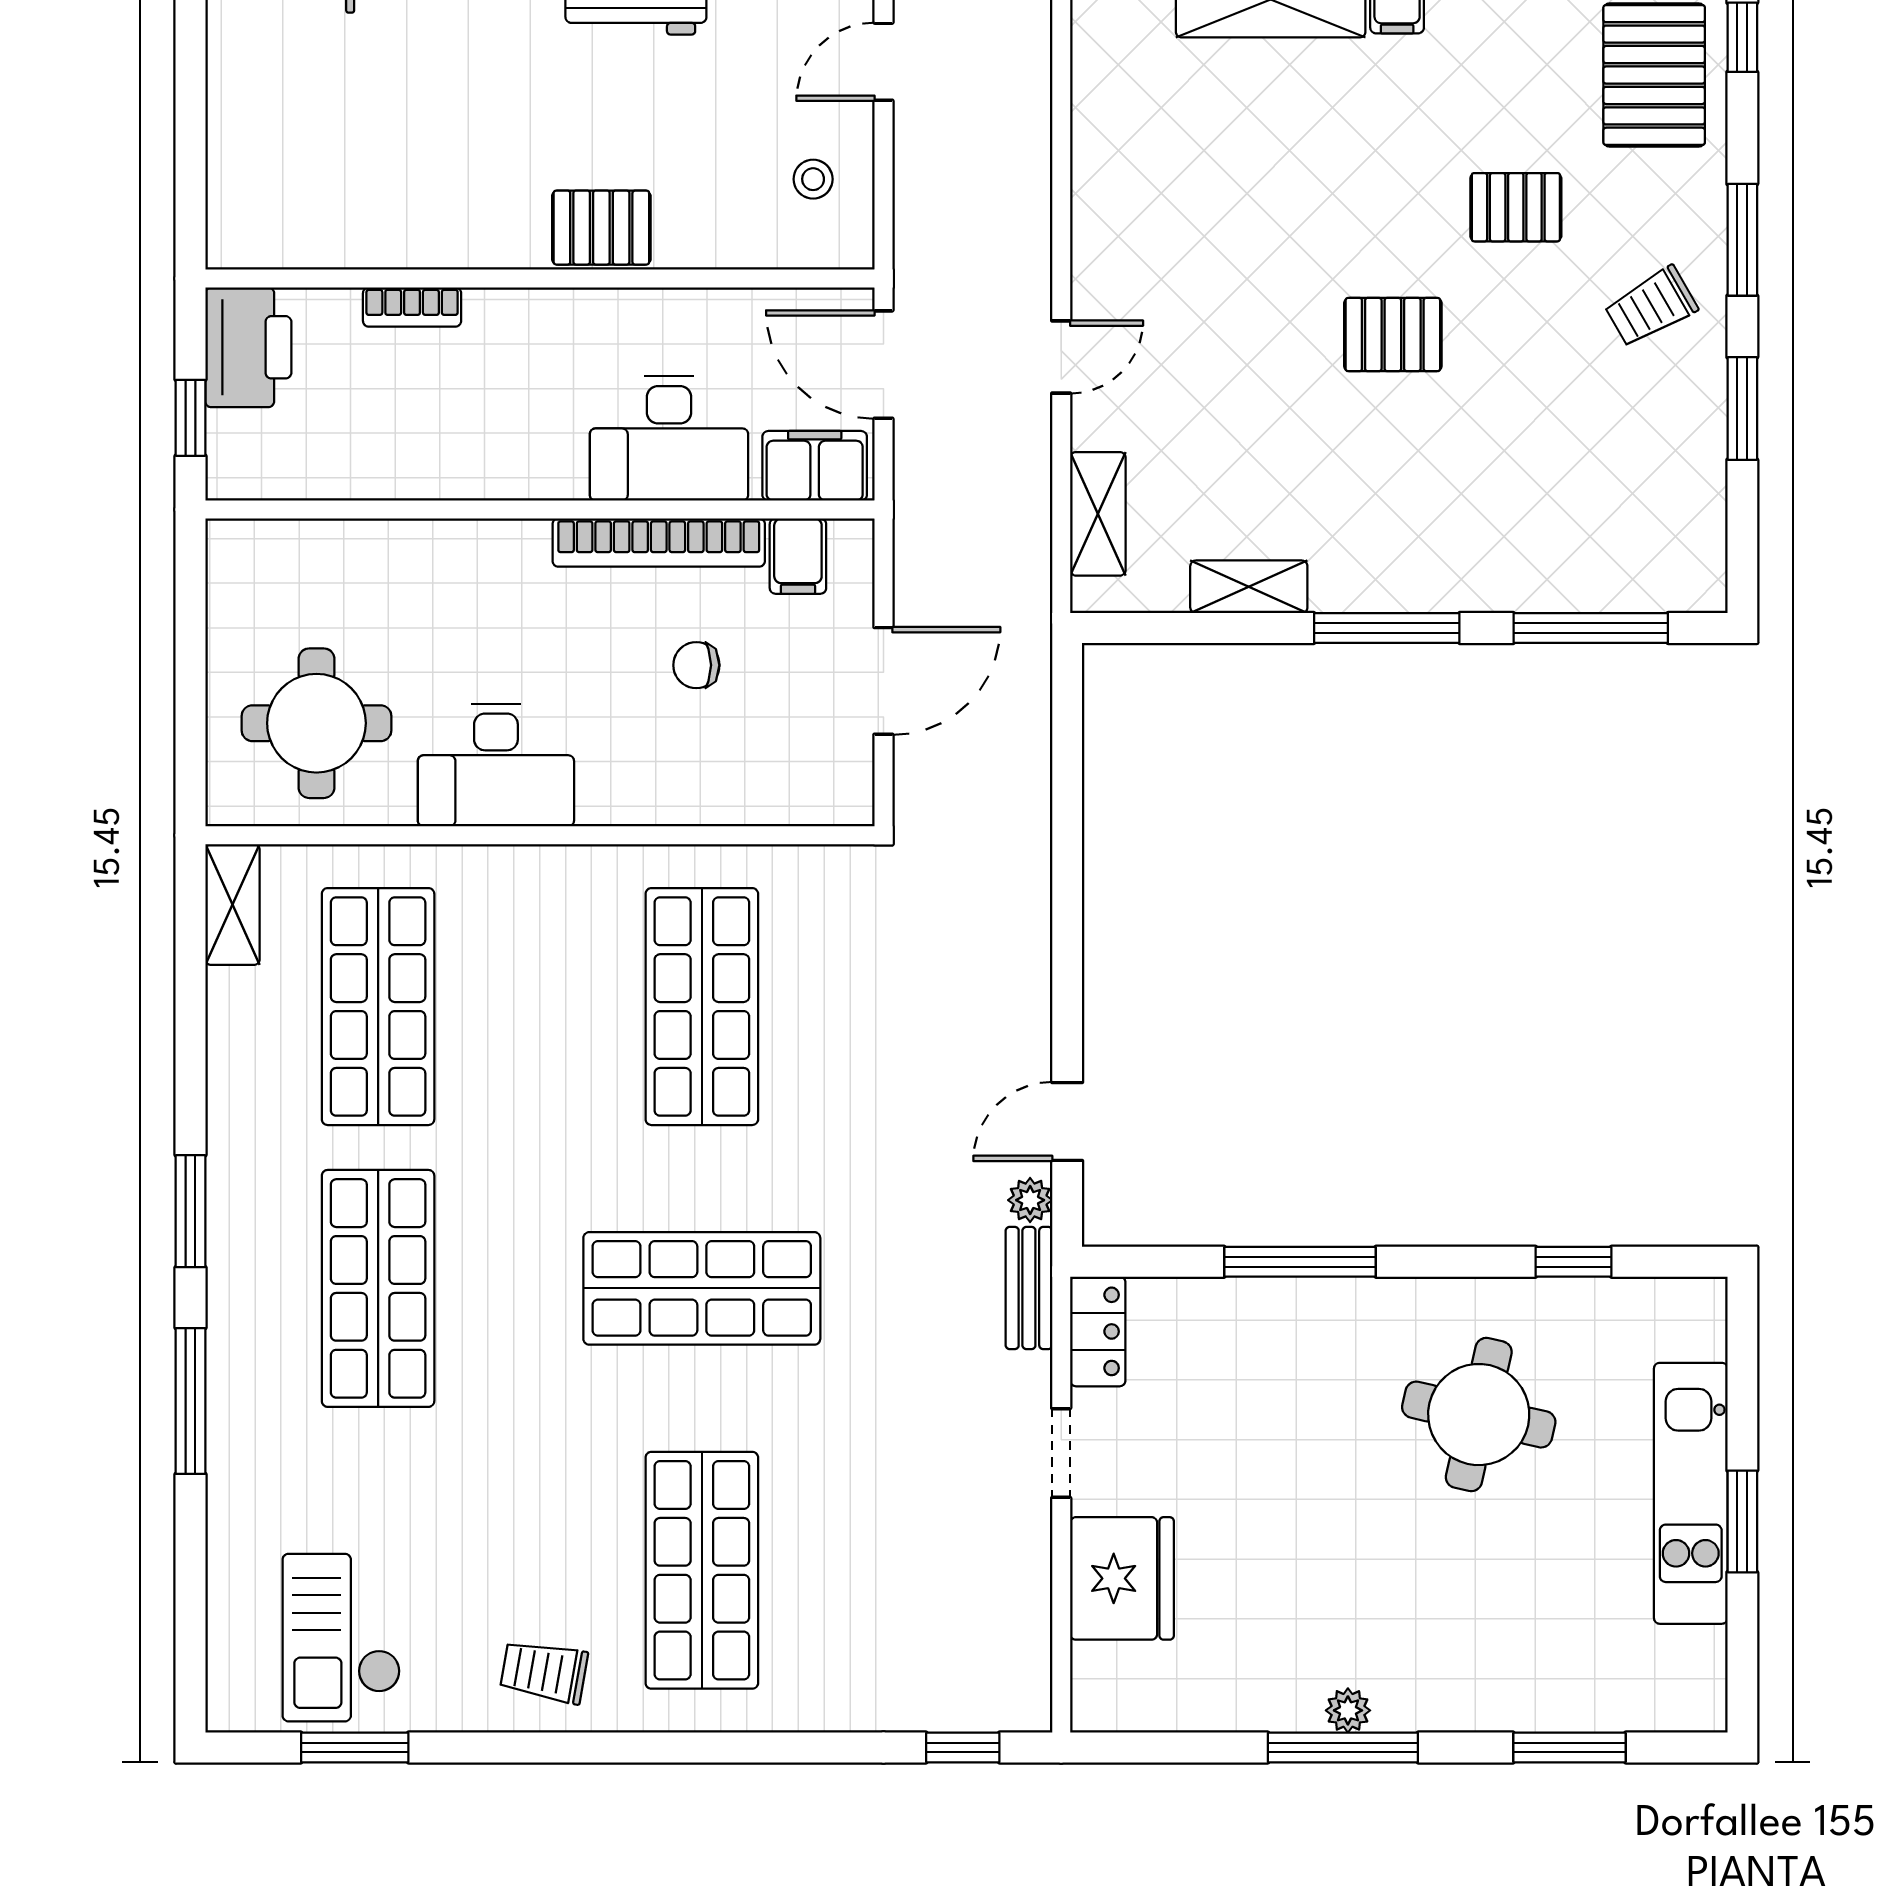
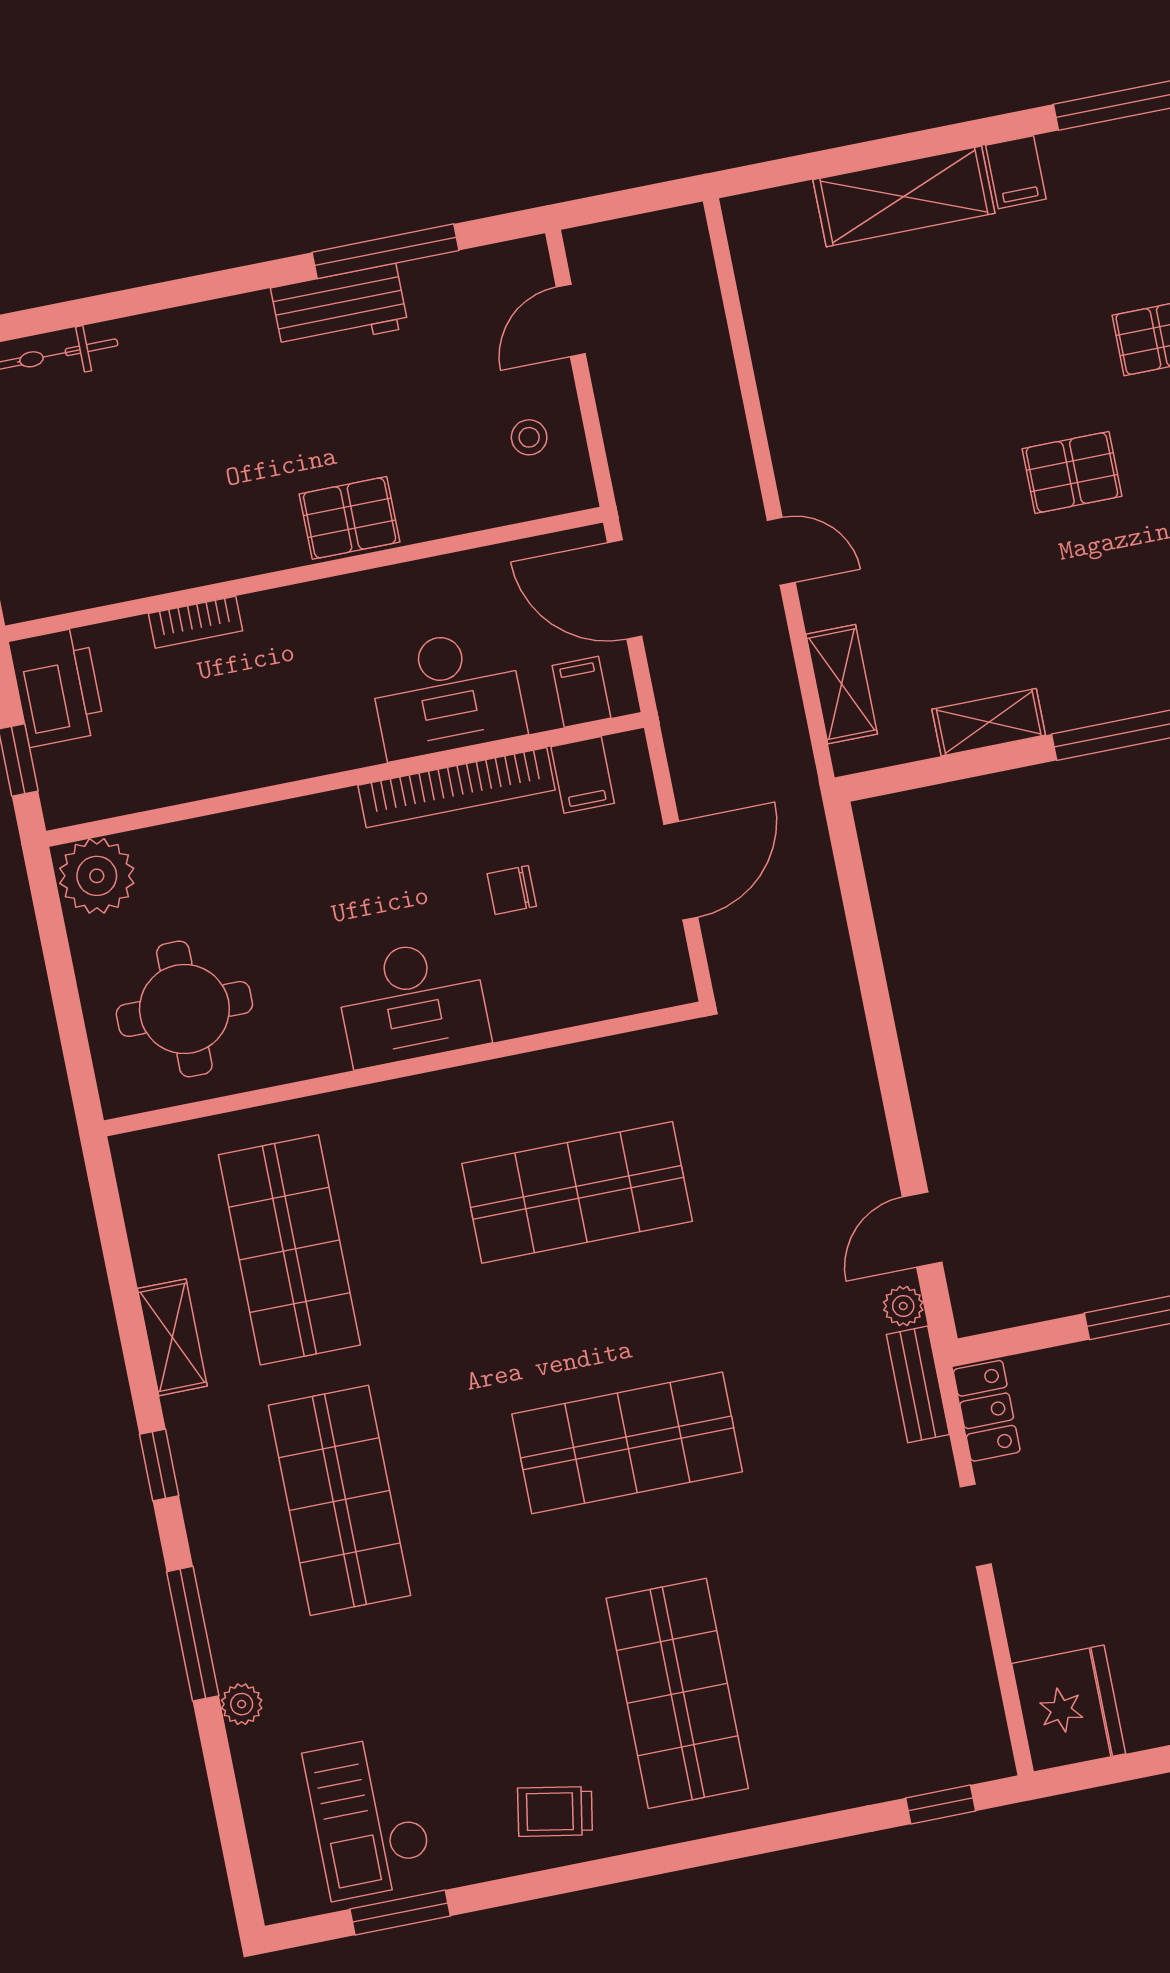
door: (1061, 357) -> (781, 551), hinge flipped
filing cabinet: (815, 466) -> (581, 692), width x0.50
plant: (250, 560) -> (97, 876), added
desk: (496, 765) -> (412, 1002), moved
shelving: (232, 905) -> (172, 1337), moved
shop shelf: (702, 1007) -> (577, 1192), turned 90
window: (190, 1211) -> (159, 1465), width x0.67
plant: (228, 1488) -> (242, 1704), added
fridge: (1122, 1578) -> (1069, 1709), moved

